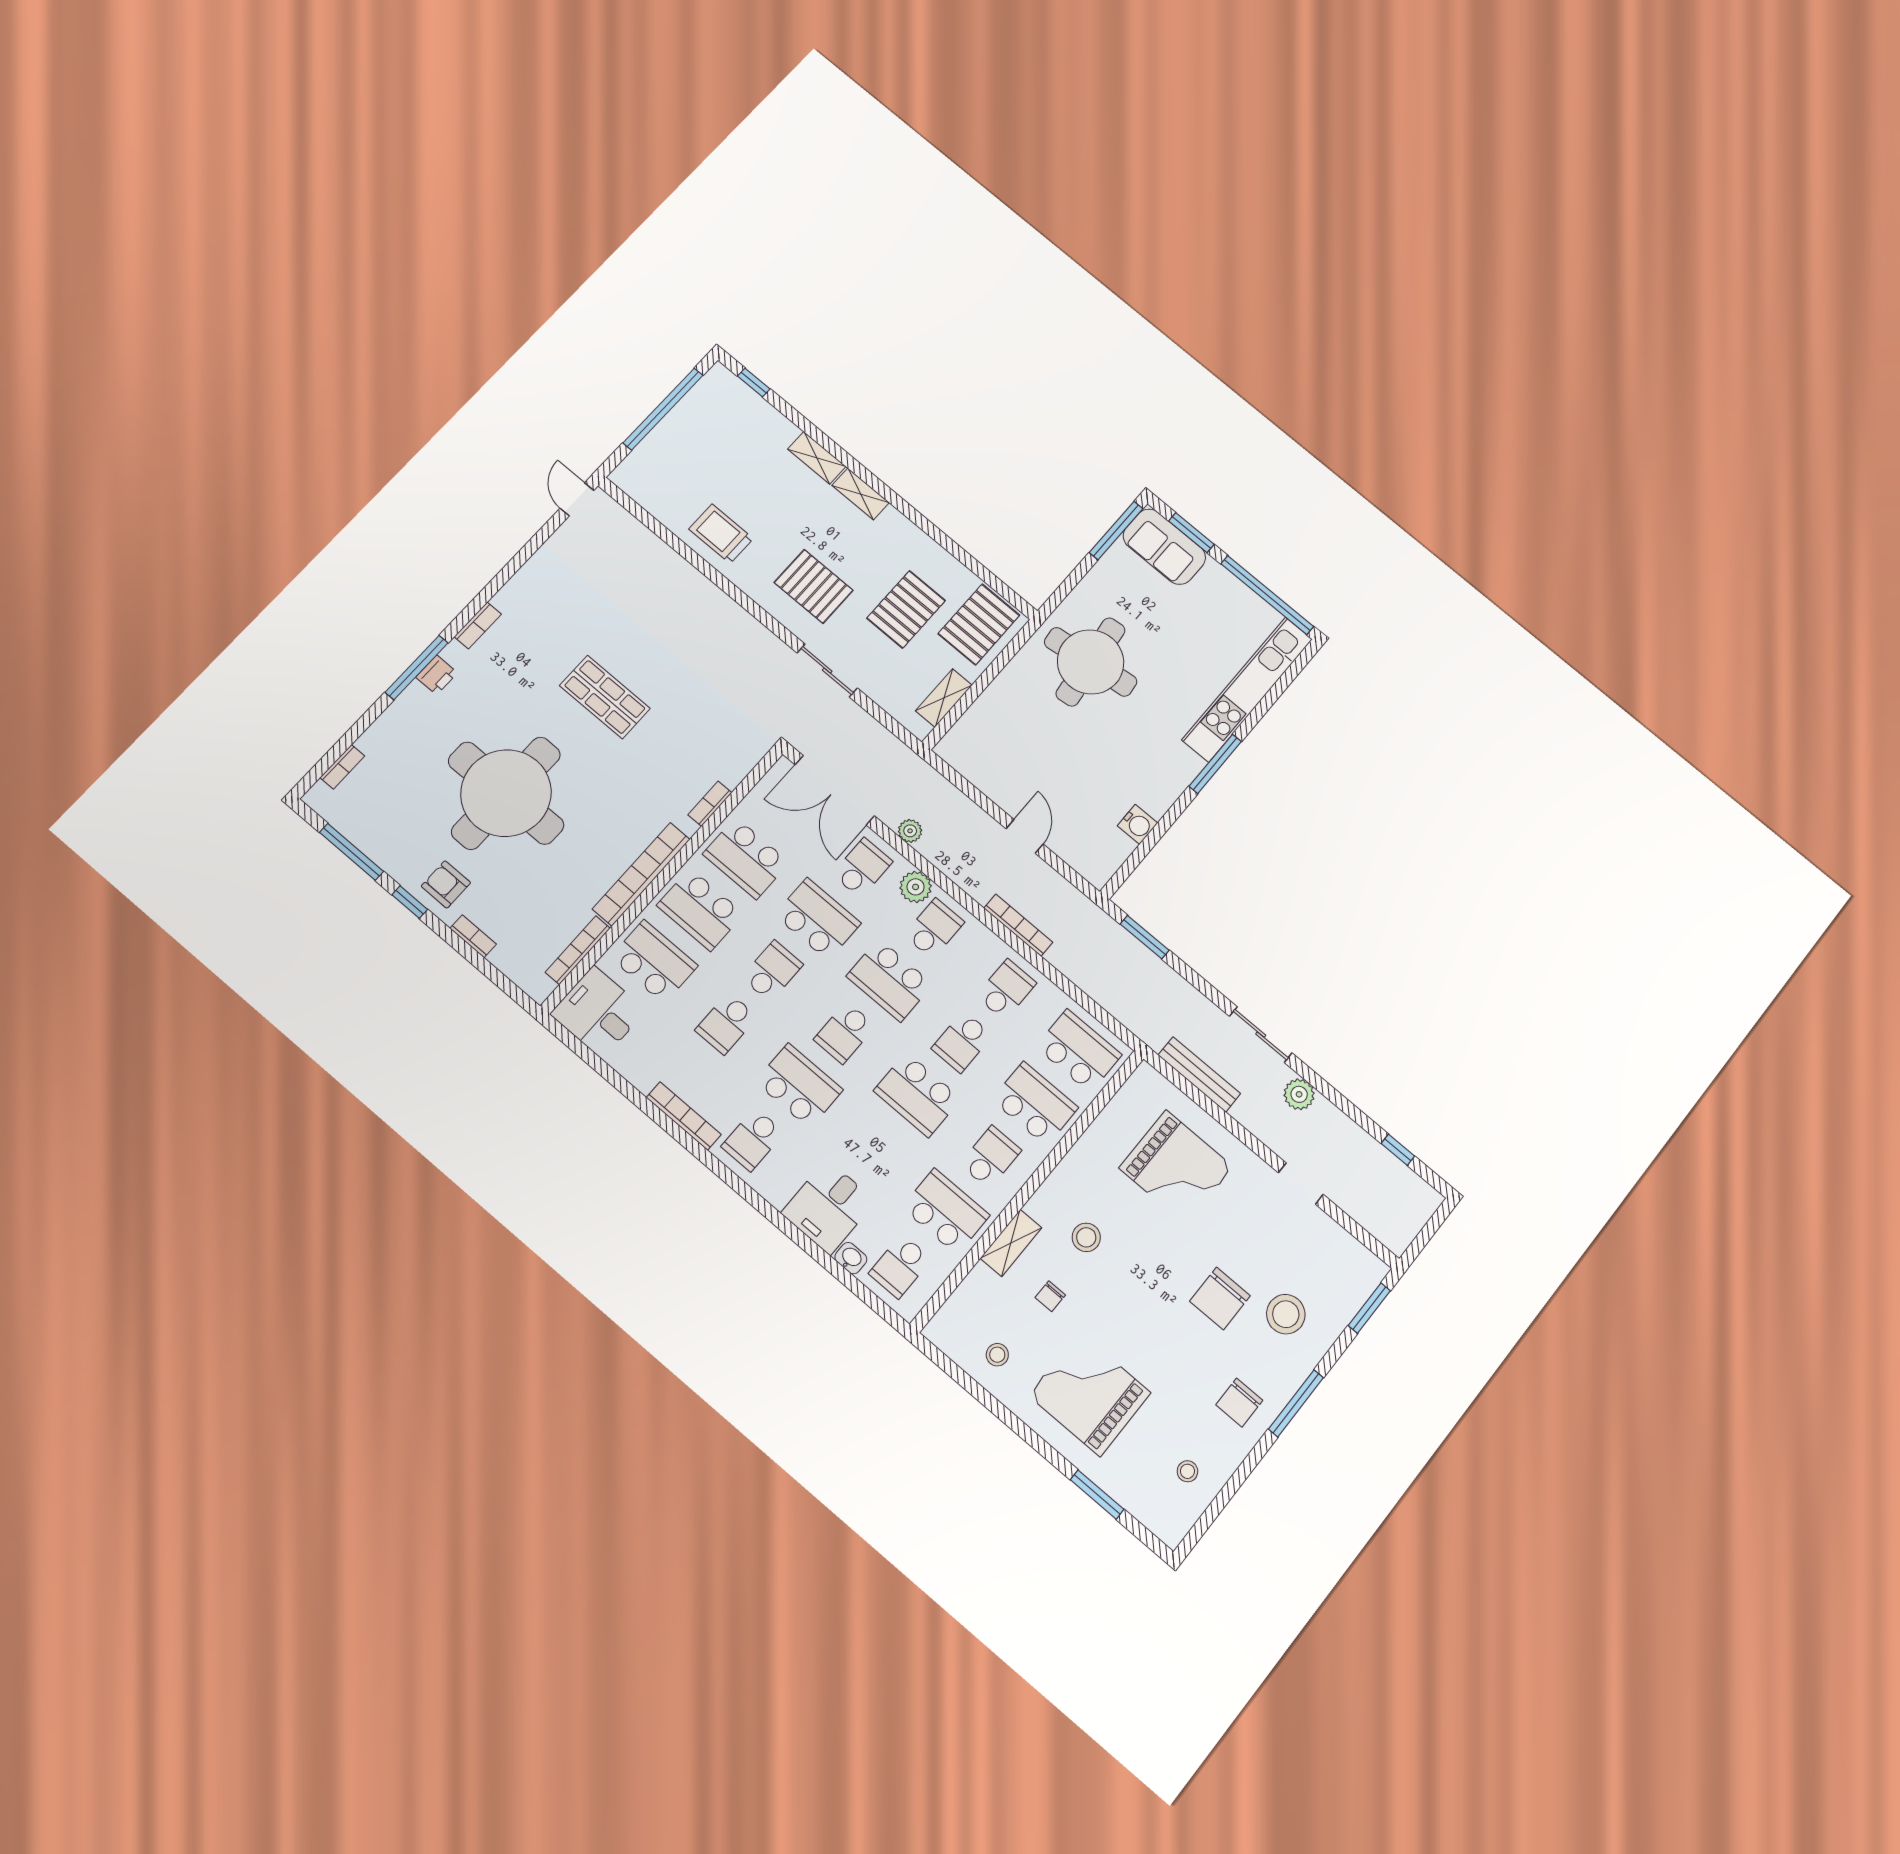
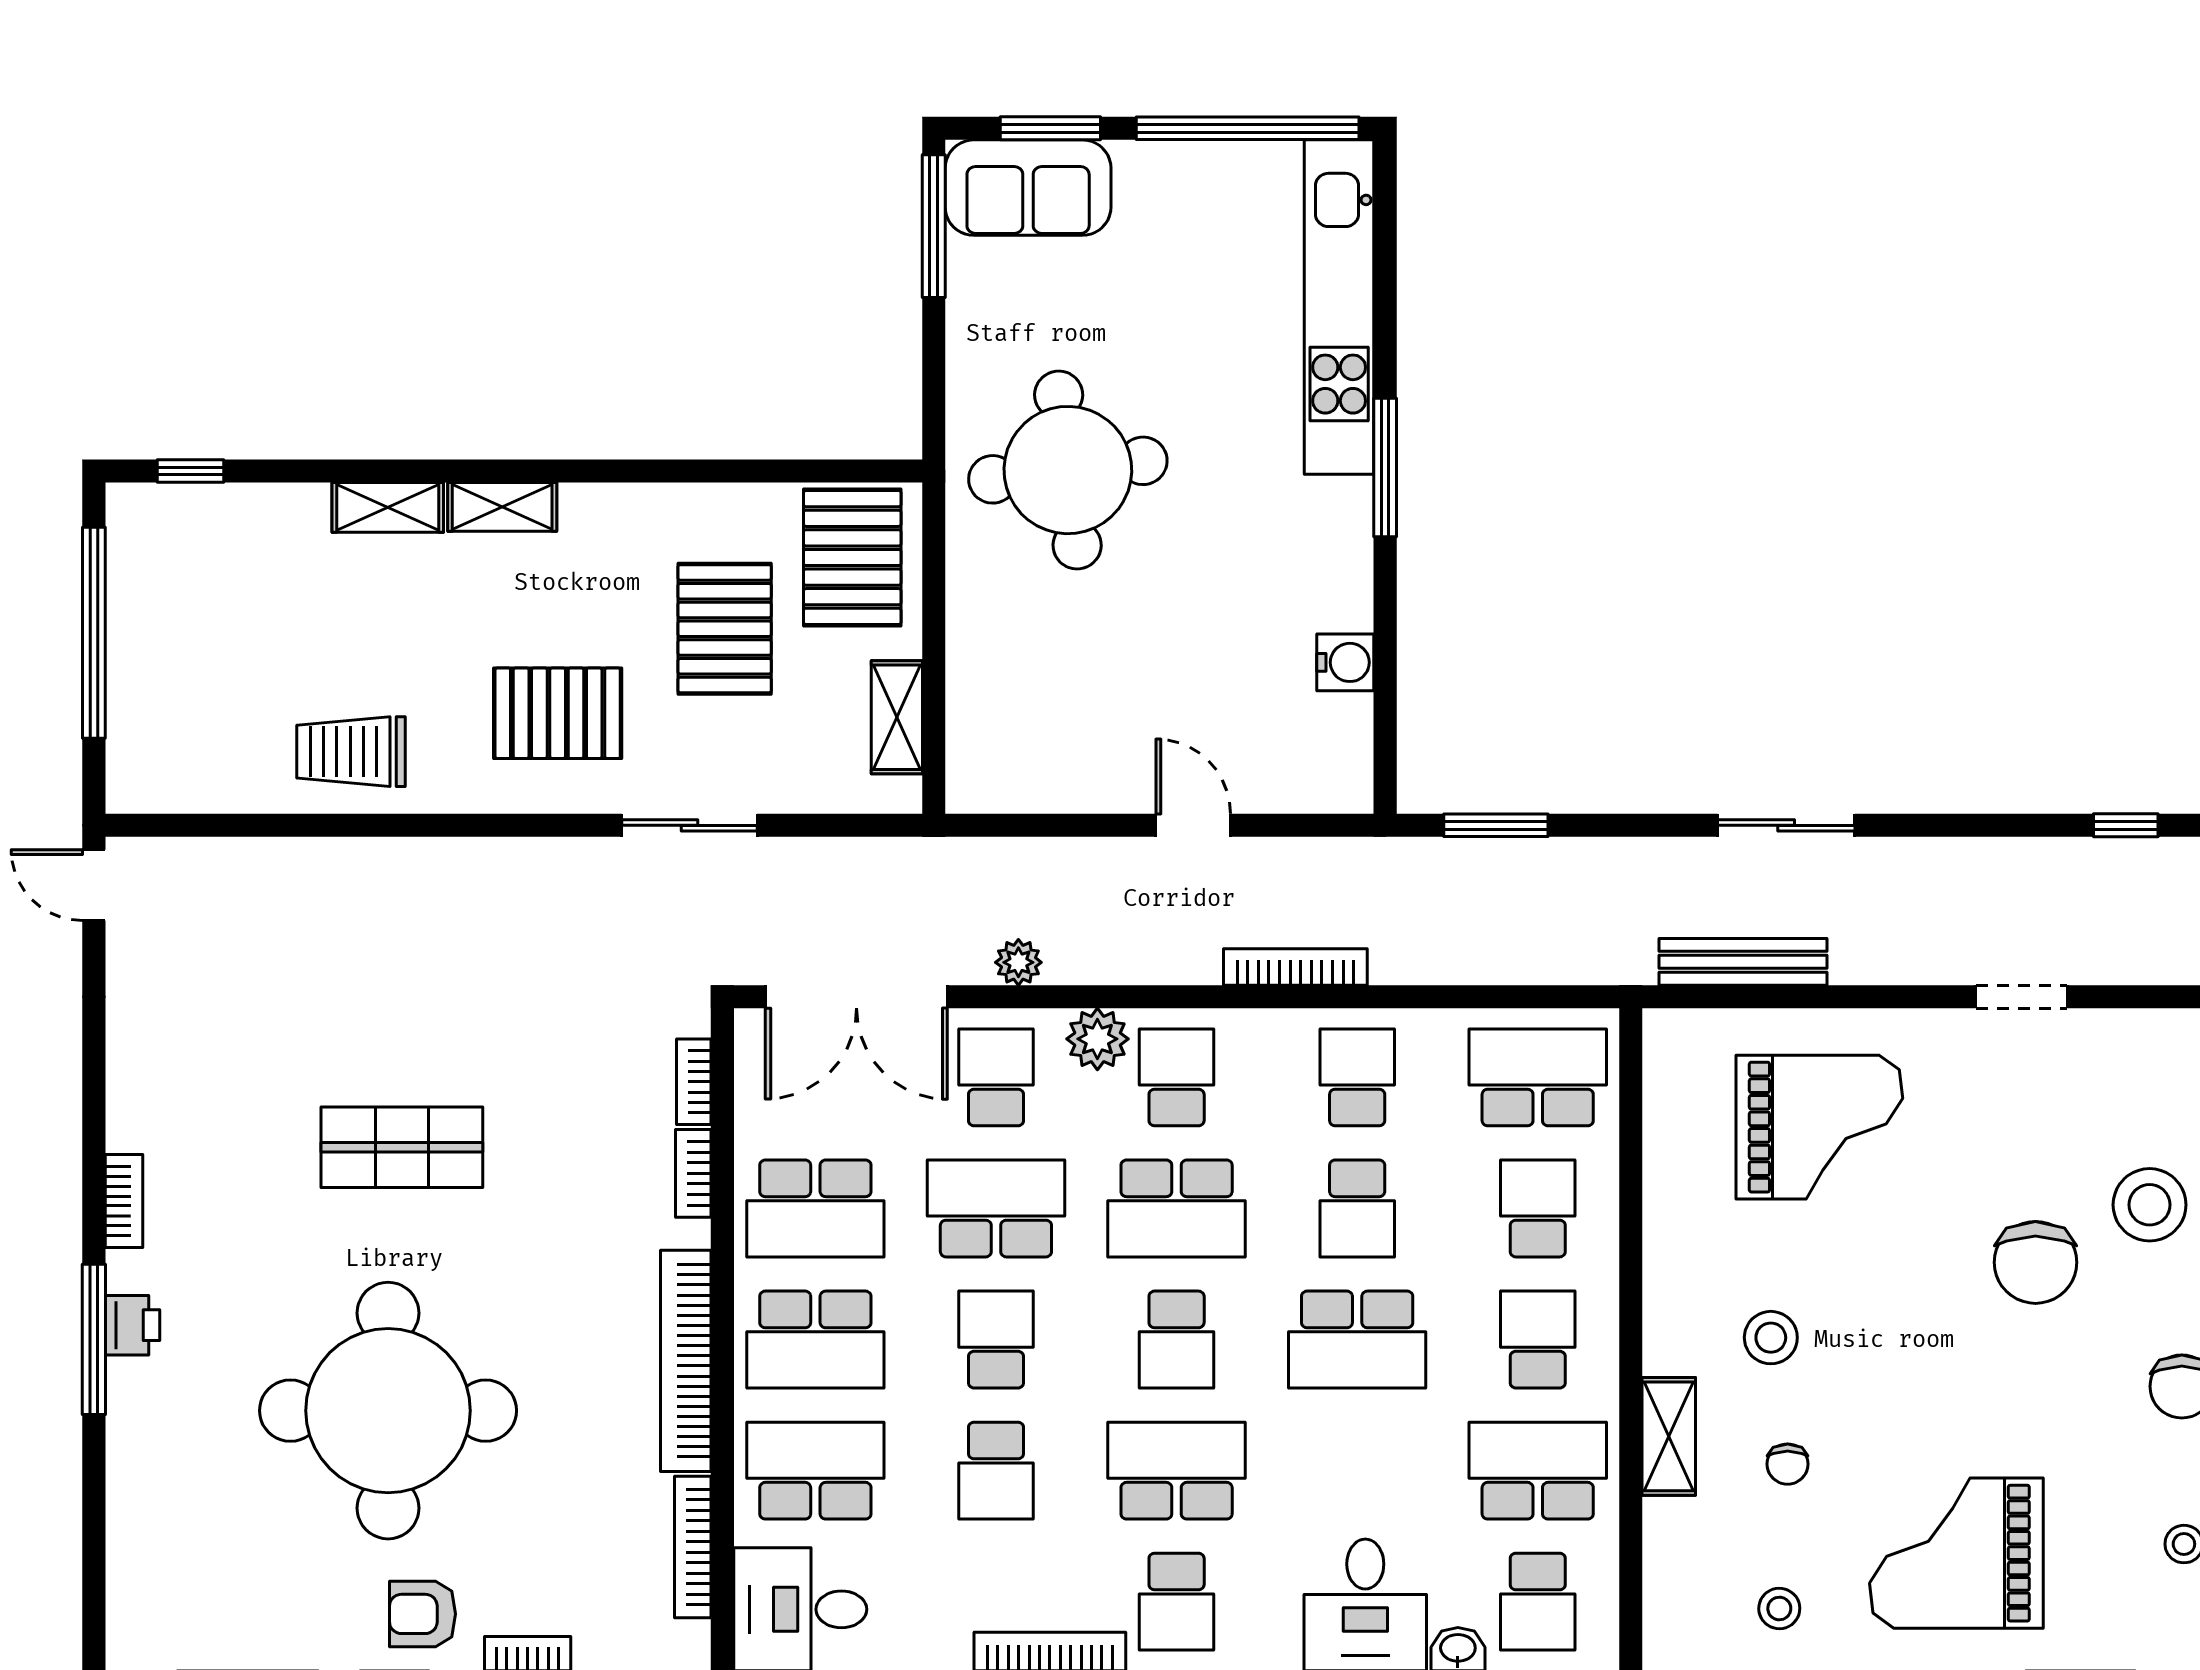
bookcase: (342, 767) -> (694, 1082), moved, turned 180
plant: (1299, 1094) -> (1914, 867), removed
school desk: (1035, 1104) -> (1538, 1208), width x0.54

